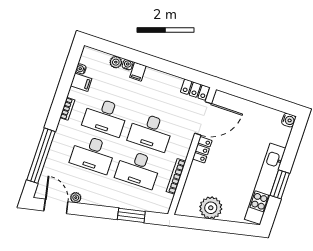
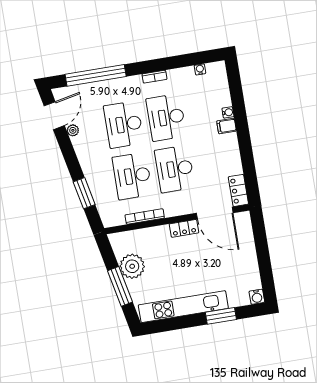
plant: (116, 62) -> (224, 100), removed
filing cabinet: (81, 82) -> (187, 76), removed
window: (280, 184) -> (221, 316), moved
window: (222, 226) -> (120, 286), added

